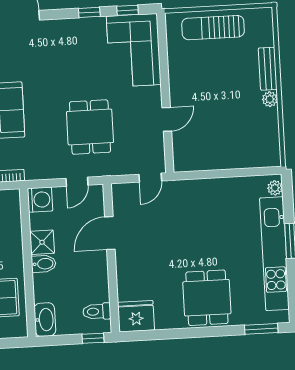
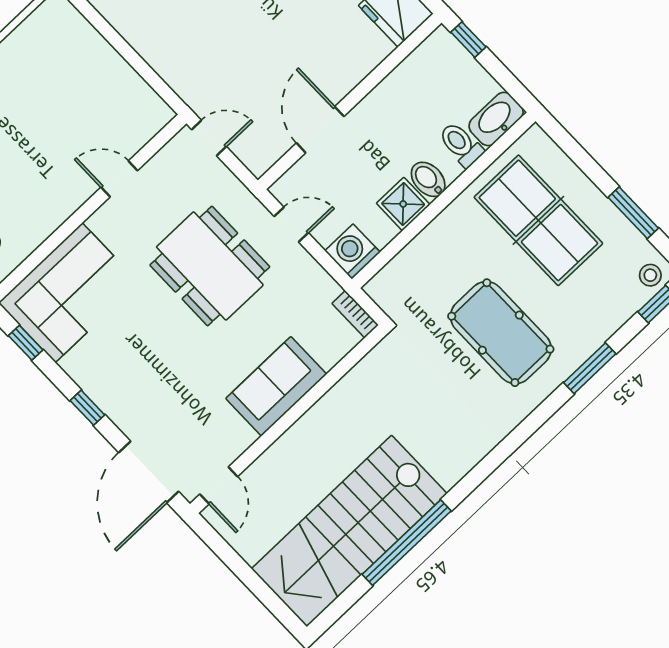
window: (89, 12) -> (87, 408), moved
dining table: (90, 127) -> (210, 266), width x1.38
door: (110, 233) -> (320, 130), swing flipped
toilet: (97, 311) -> (461, 145), moved, turned 180

